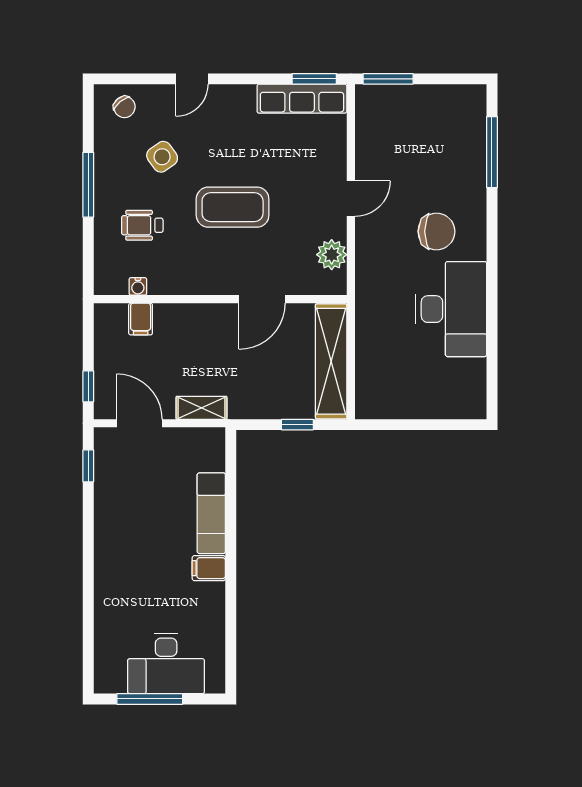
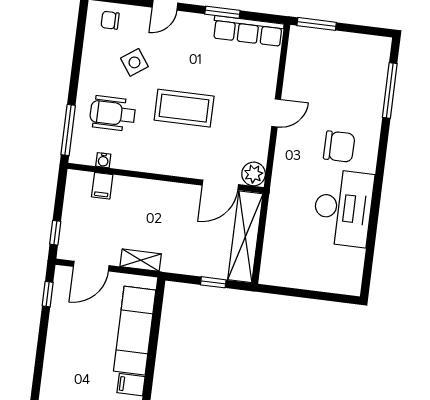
window: (314, 79) -> (222, 12), moved
chair: (124, 107) -> (110, 20), turned 130
window: (88, 185) -> (68, 130), moved
wheelchair: (142, 225) -> (113, 113), width x1.36, depth x1.37
plant: (332, 255) -> (254, 174), moved
door: (262, 299) -> (220, 185), moved
door: (139, 423) -> (91, 266), swing flipped
exam couch: (211, 513) -> (135, 331), width x1.36, depth x1.45

